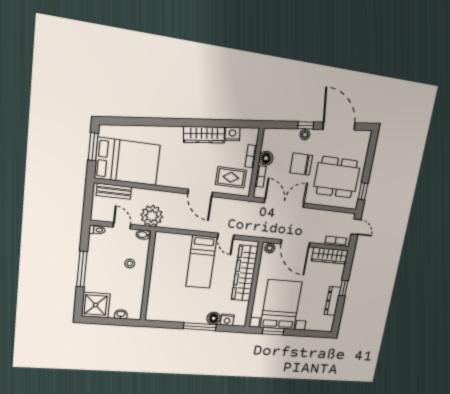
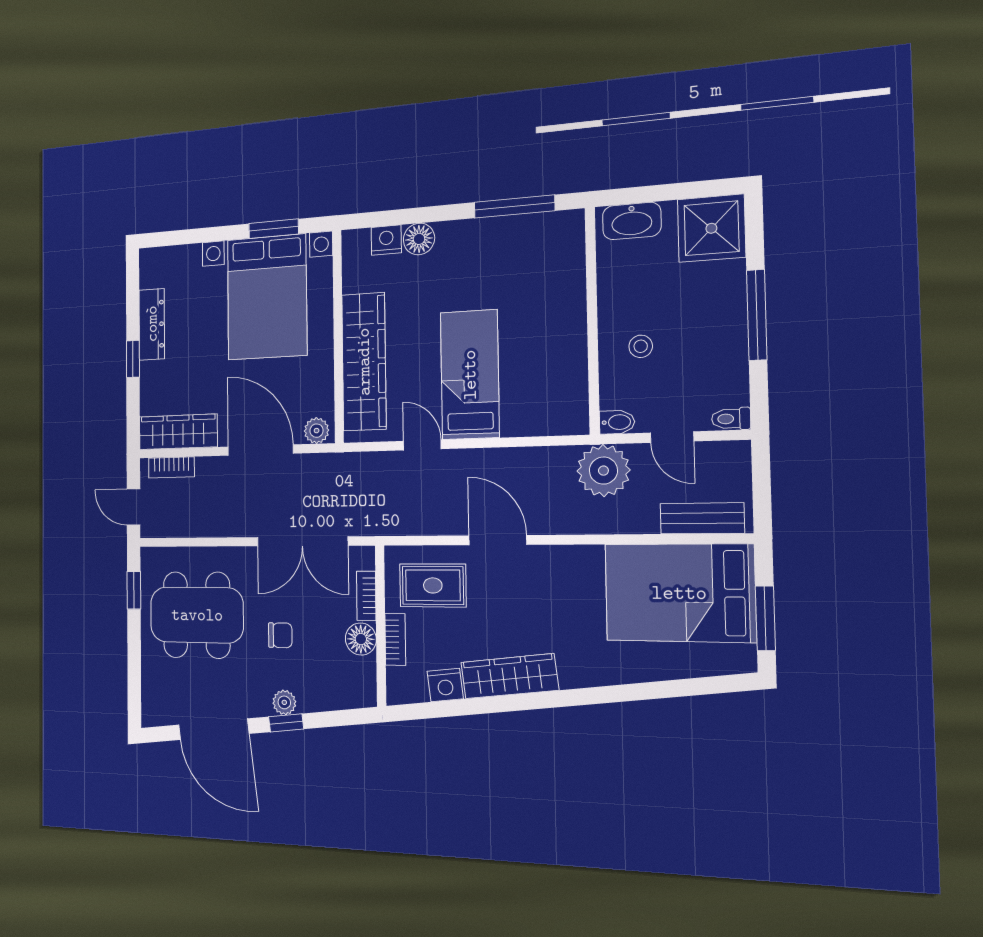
chair: (301, 164) -> (280, 635), width x0.54, depth x0.54
washbasin: (121, 314) -> (632, 221), width x1.91, depth x1.45
window: (200, 327) -> (514, 206), moved

